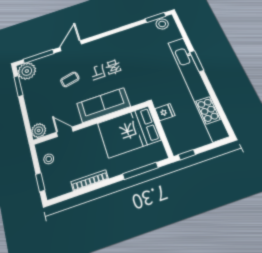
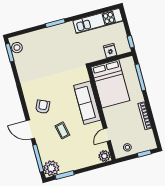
armchair: (97, 56) -> (43, 107), added
kitchen unit: (197, 87) -> (98, 21), width x0.54
fridge: (165, 112) -> (110, 51), moved

